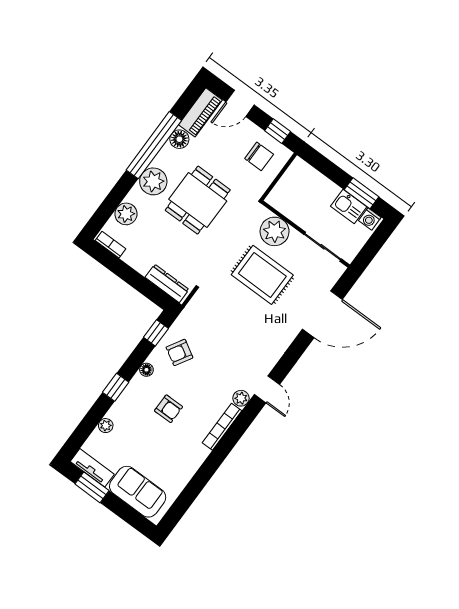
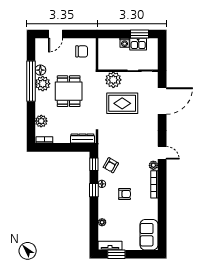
piano: (200, 112) -> (41, 51), removed
window: (278, 131) -> (82, 34), removed
plant: (153, 181) -> (43, 84), moved
washing machine: (370, 219) -> (125, 43), moved
window: (116, 387) -> (94, 190), moved
sofa: (138, 492) -> (149, 235), moved, turned -90

